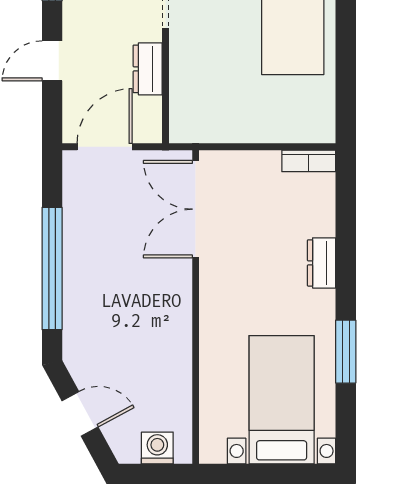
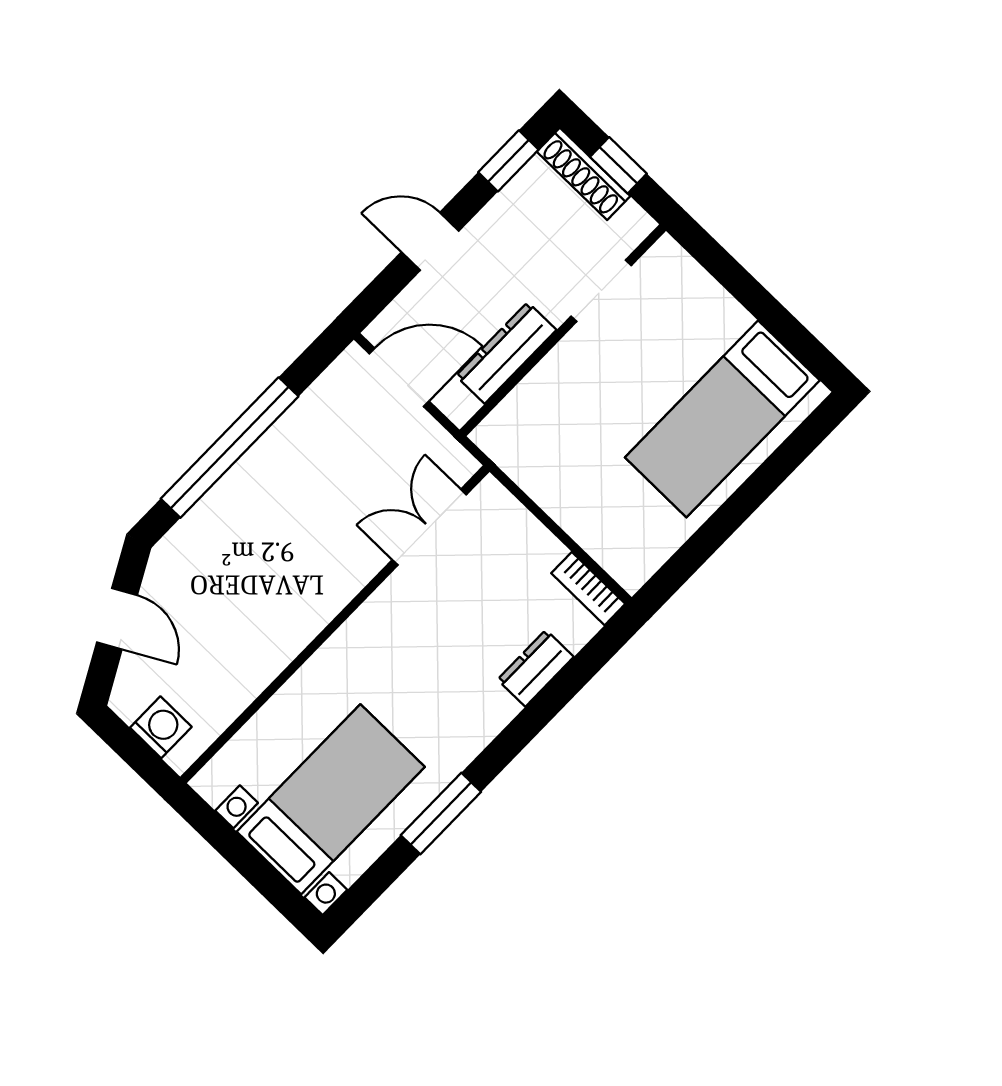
dresser: (148, 69) -> (506, 353), width x1.44
double door: (196, 209) -> (429, 527), width x0.73
dresser: (322, 263) -> (536, 668), moved

